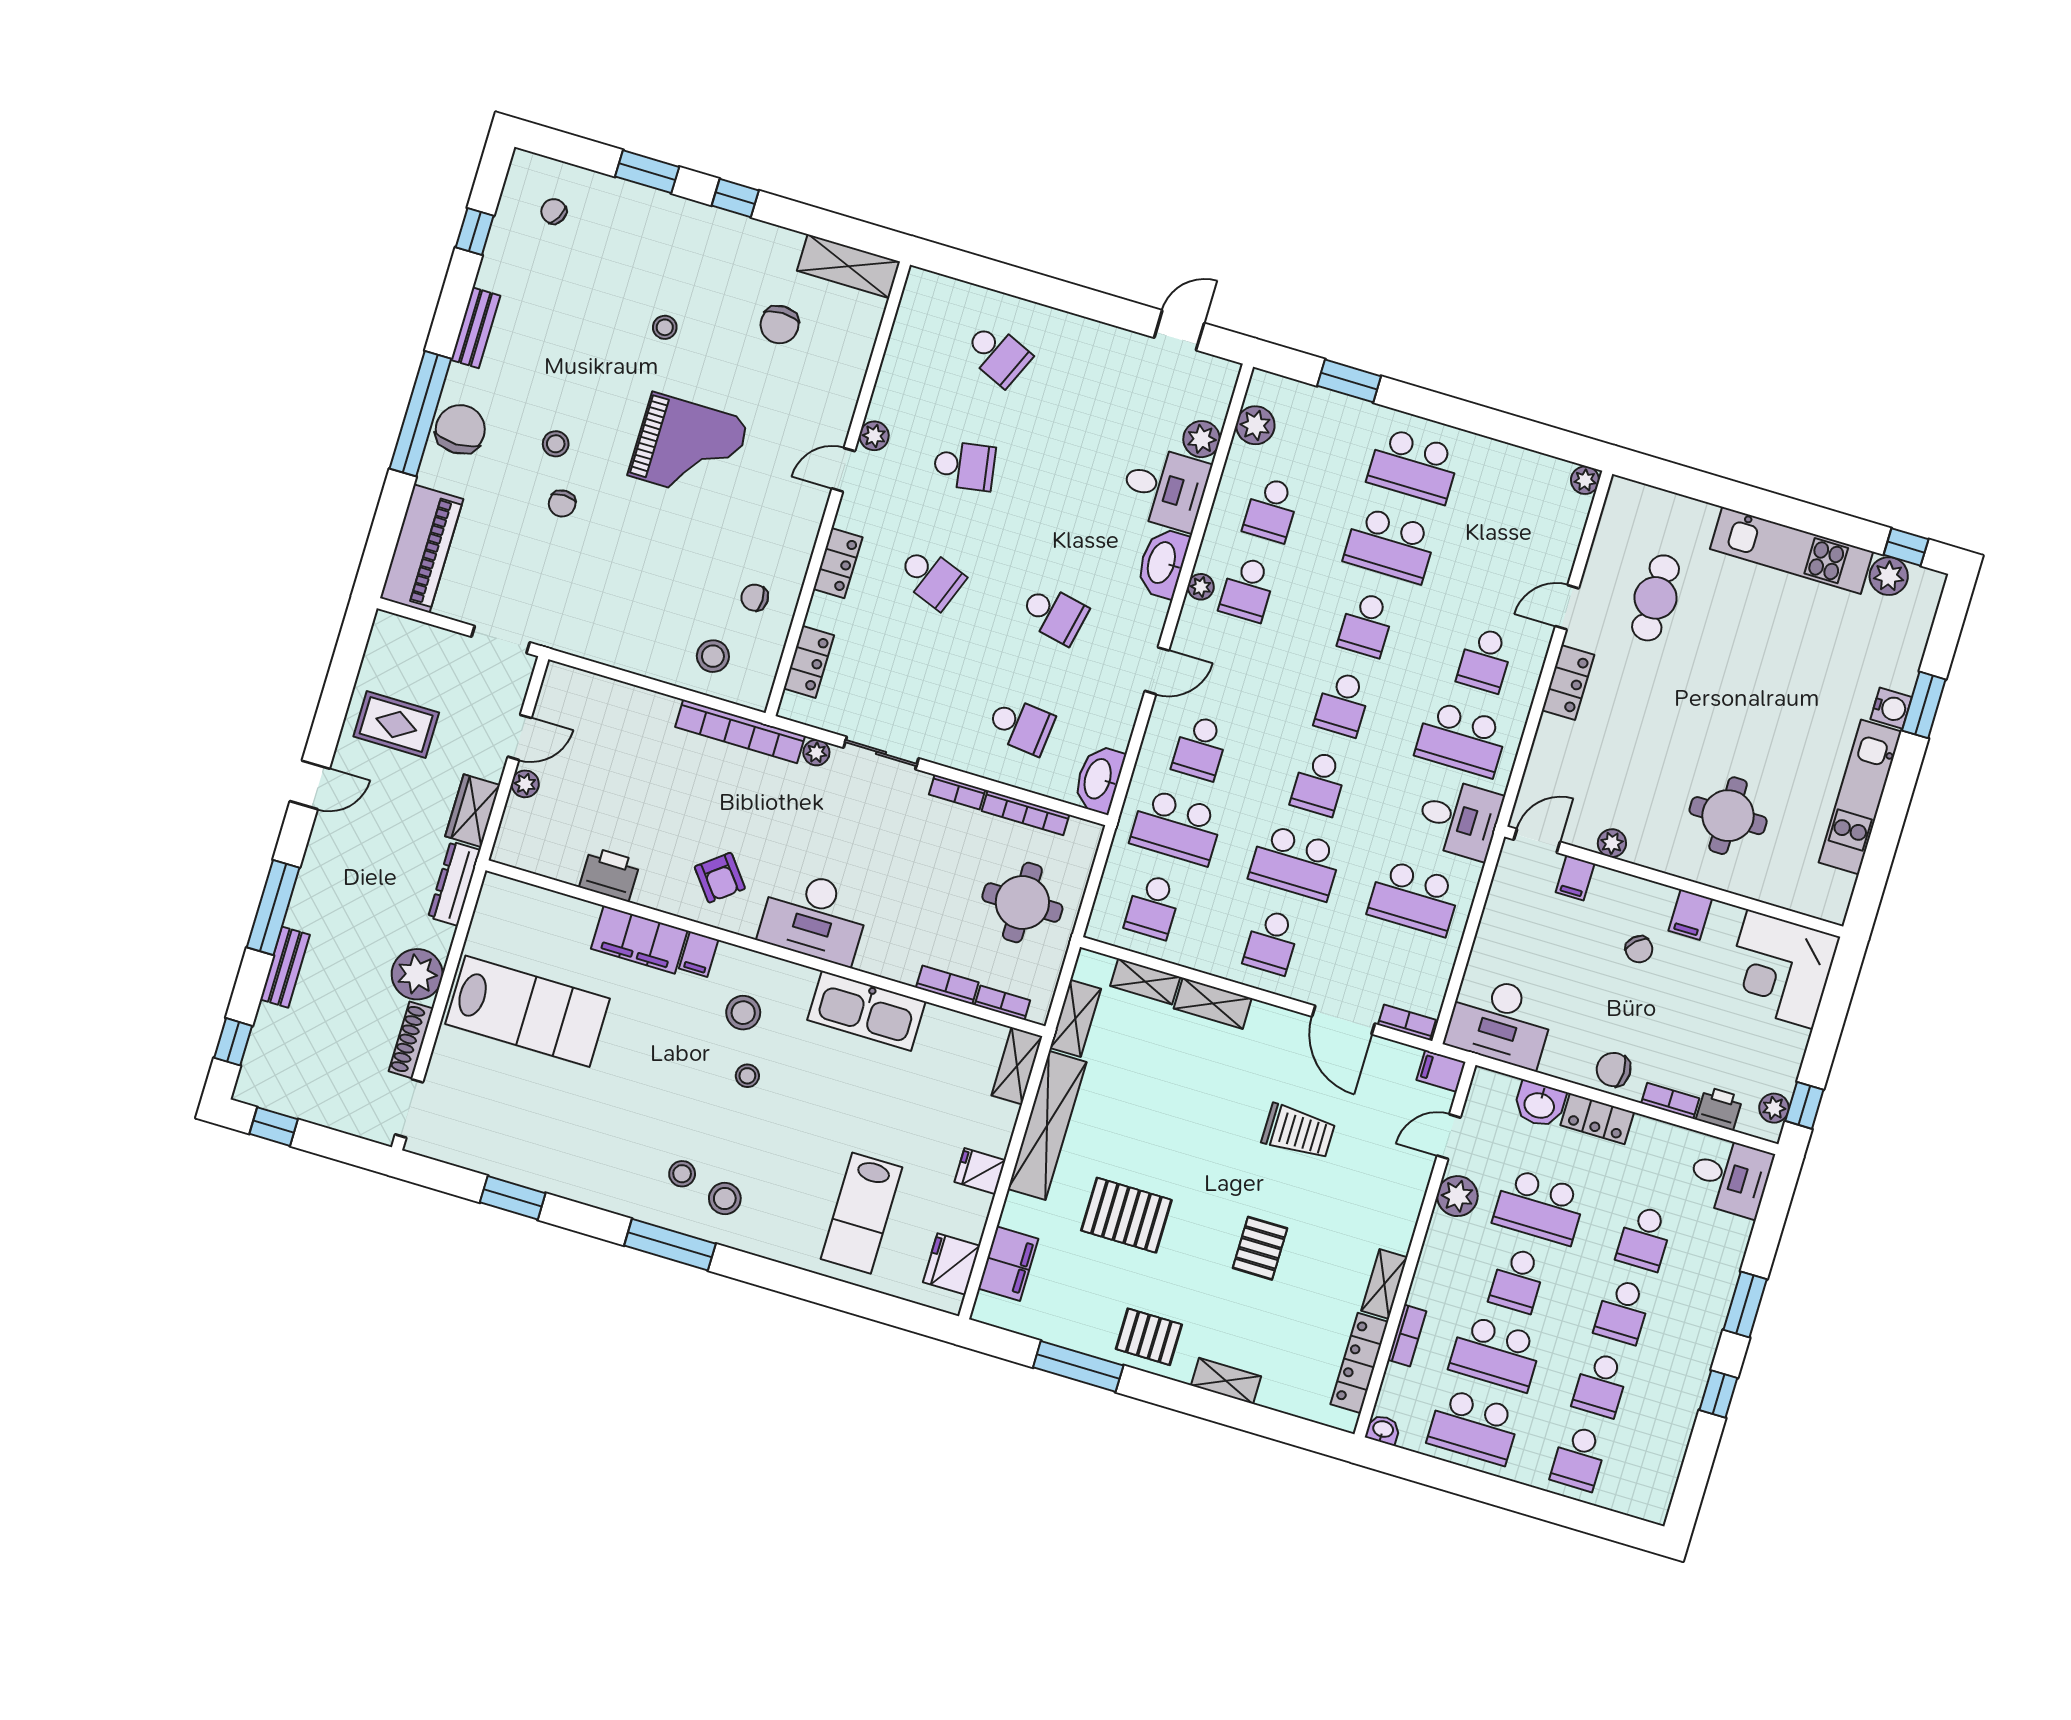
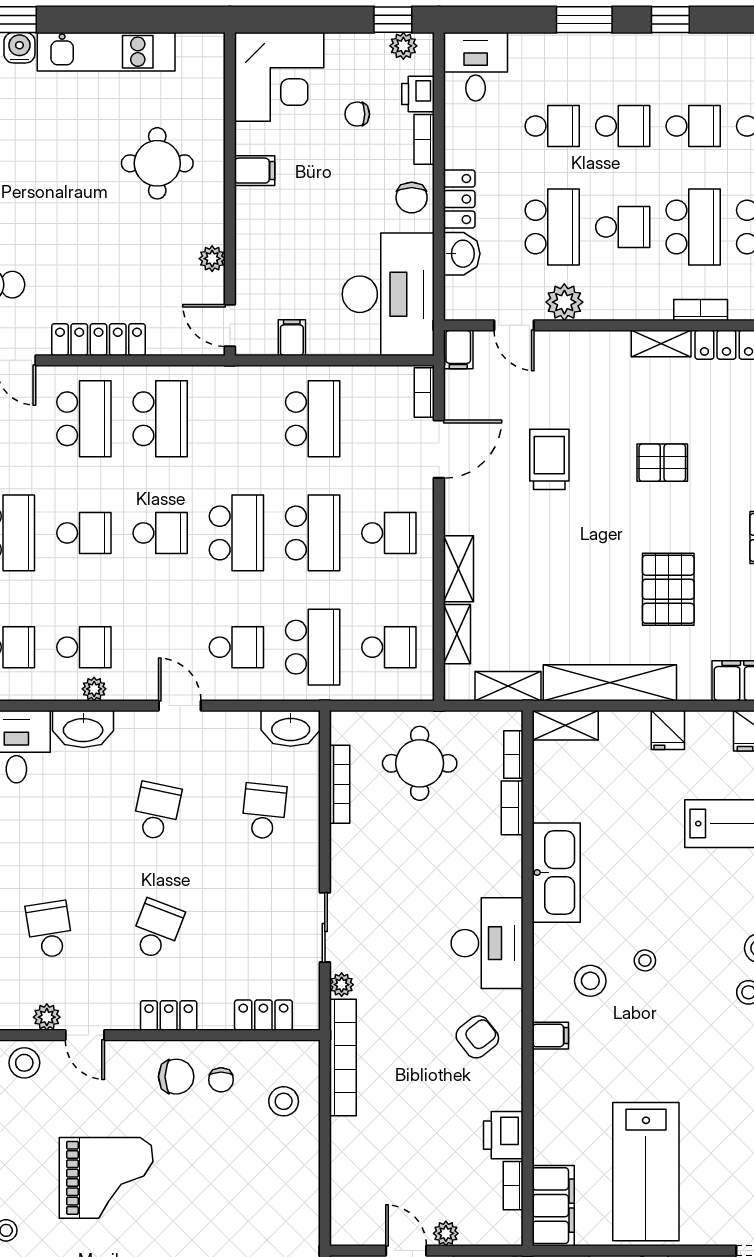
stool: (833, 398) -> (24, 1063), added
grand piano: (688, 448) -> (106, 1178), turned 90
chair: (772, 552) -> (176, 1077), added
school desk: (1485, 660) -> (84, 419), width x1.85
locker: (1568, 682) -> (98, 340), width x1.53
school desk: (1319, 783) -> (236, 533), width x1.85
bookcase: (957, 792) -> (513, 1186), moved, turned 180
desk: (1459, 819) -> (231, 400), removed
filing cabinet: (1575, 878) -> (292, 338), moved, turned -90
filing cabinet: (639, 940) -> (553, 1206), moved
chair: (1639, 949) -> (357, 114), moved, turned -138
lab bench: (527, 1011) -> (646, 1172), turned 180
desk: (1500, 1021) -> (388, 294), width x1.36, depth x1.30

